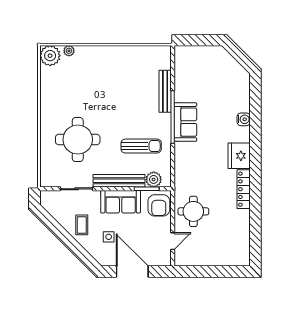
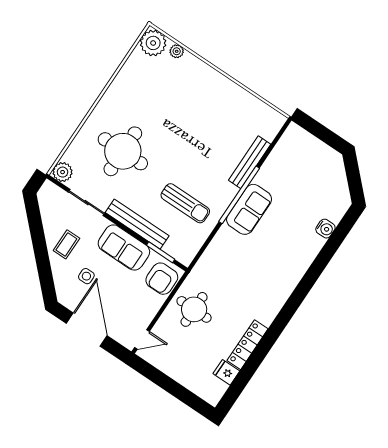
water cooler: (244, 119) -> (325, 229), moved
fridge: (239, 156) -> (226, 372), moved, width x0.53, depth x0.75
plant: (154, 179) -> (63, 172), moved
locker: (244, 189) -> (248, 345), moved
door: (173, 241) -> (142, 339), moved

